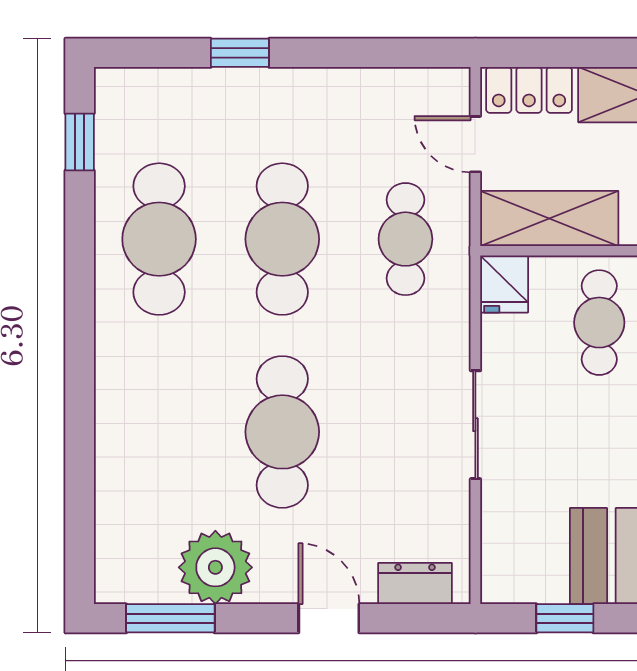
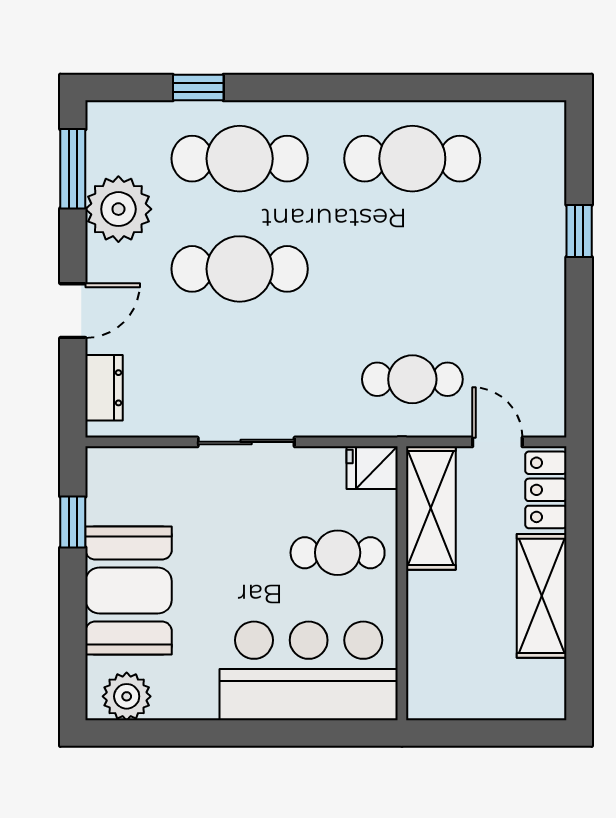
window: (80, 142) -> (198, 88), moved
door: (475, 144) -> (497, 442), hinge flipped
cafe table: (282, 239) -> (240, 159), moved

